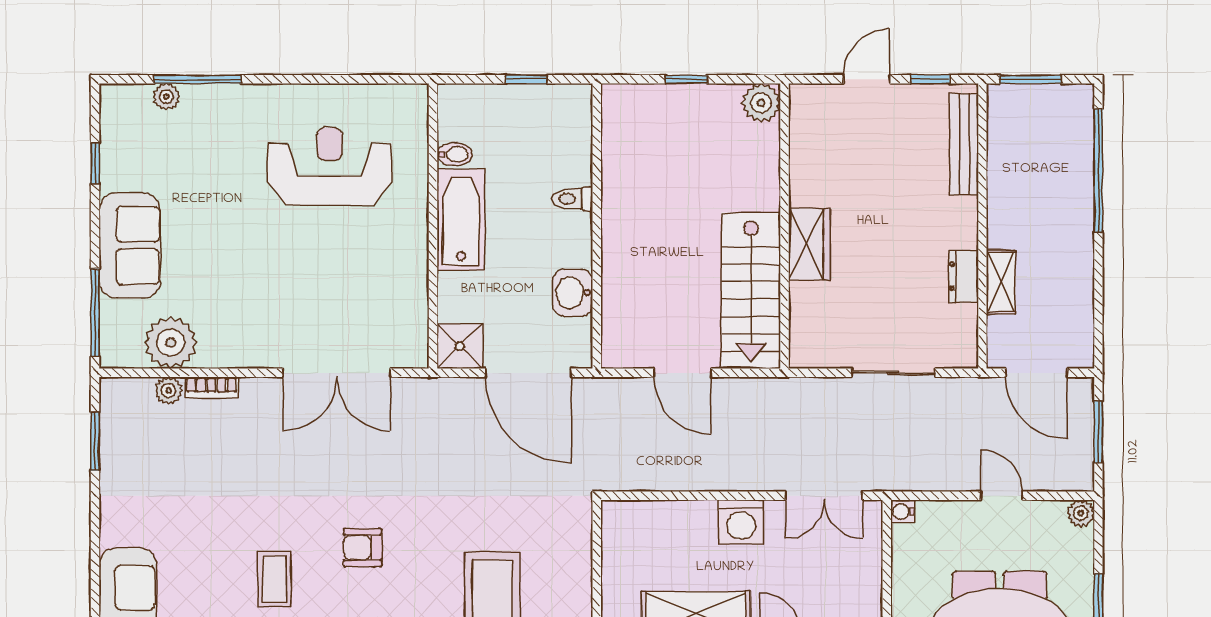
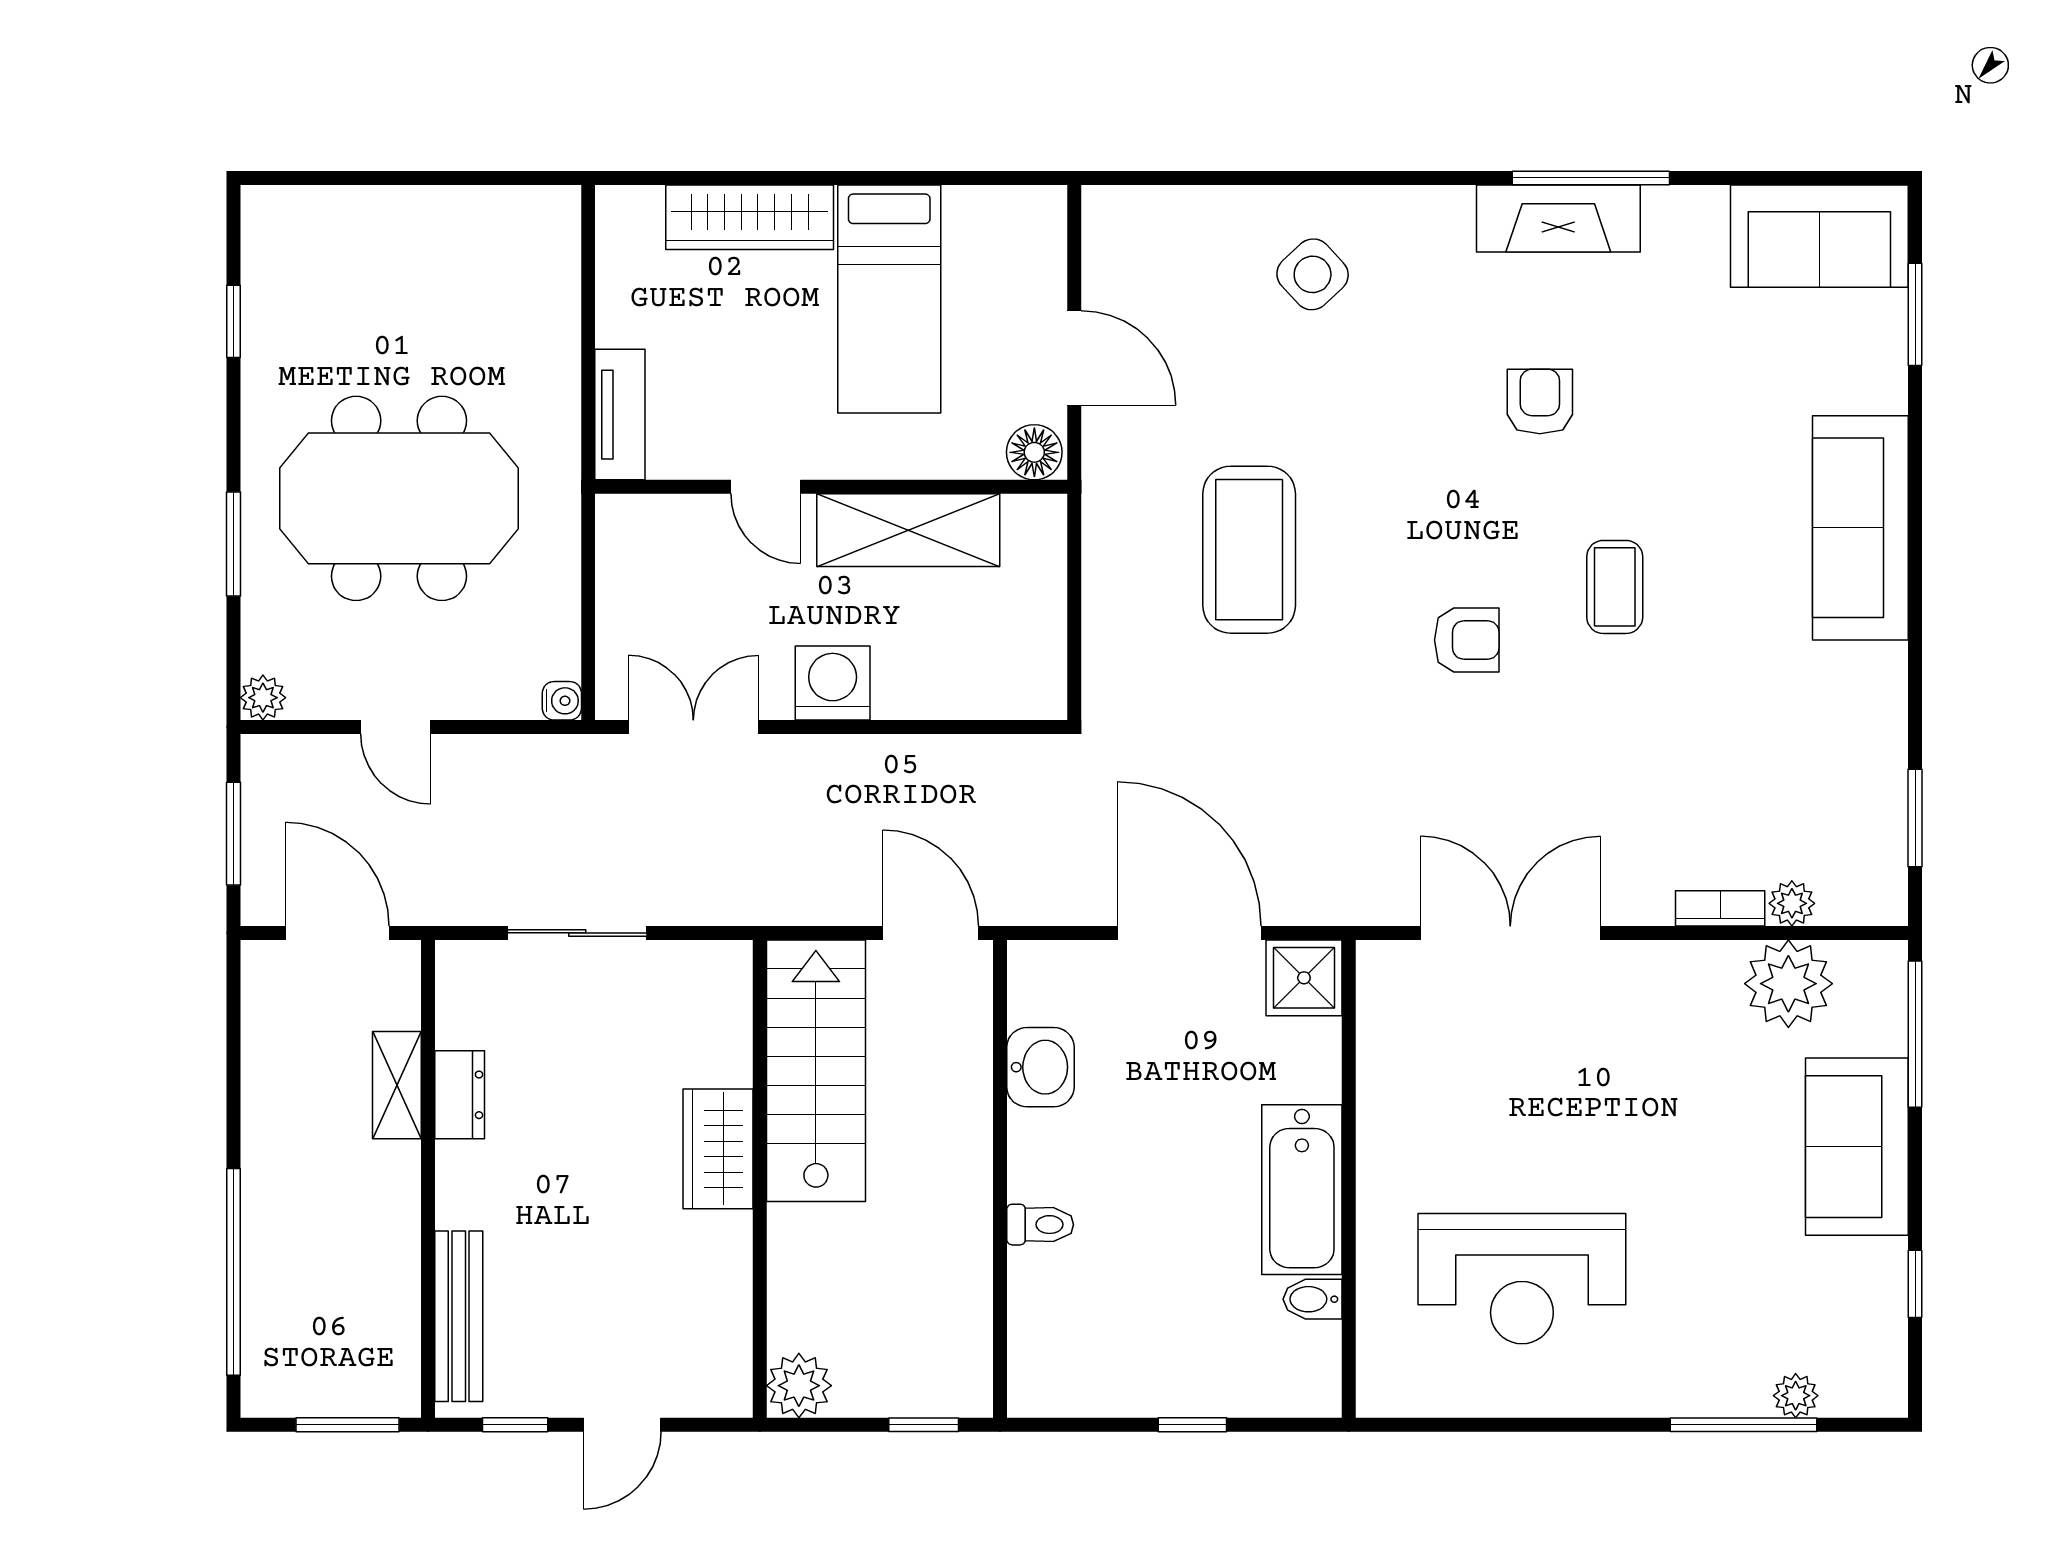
toilet: (573, 199) -> (1040, 1225), moved
wall: (597, 226) -> (1000, 1179), moved
washbasin: (573, 293) -> (1040, 1067), moved

